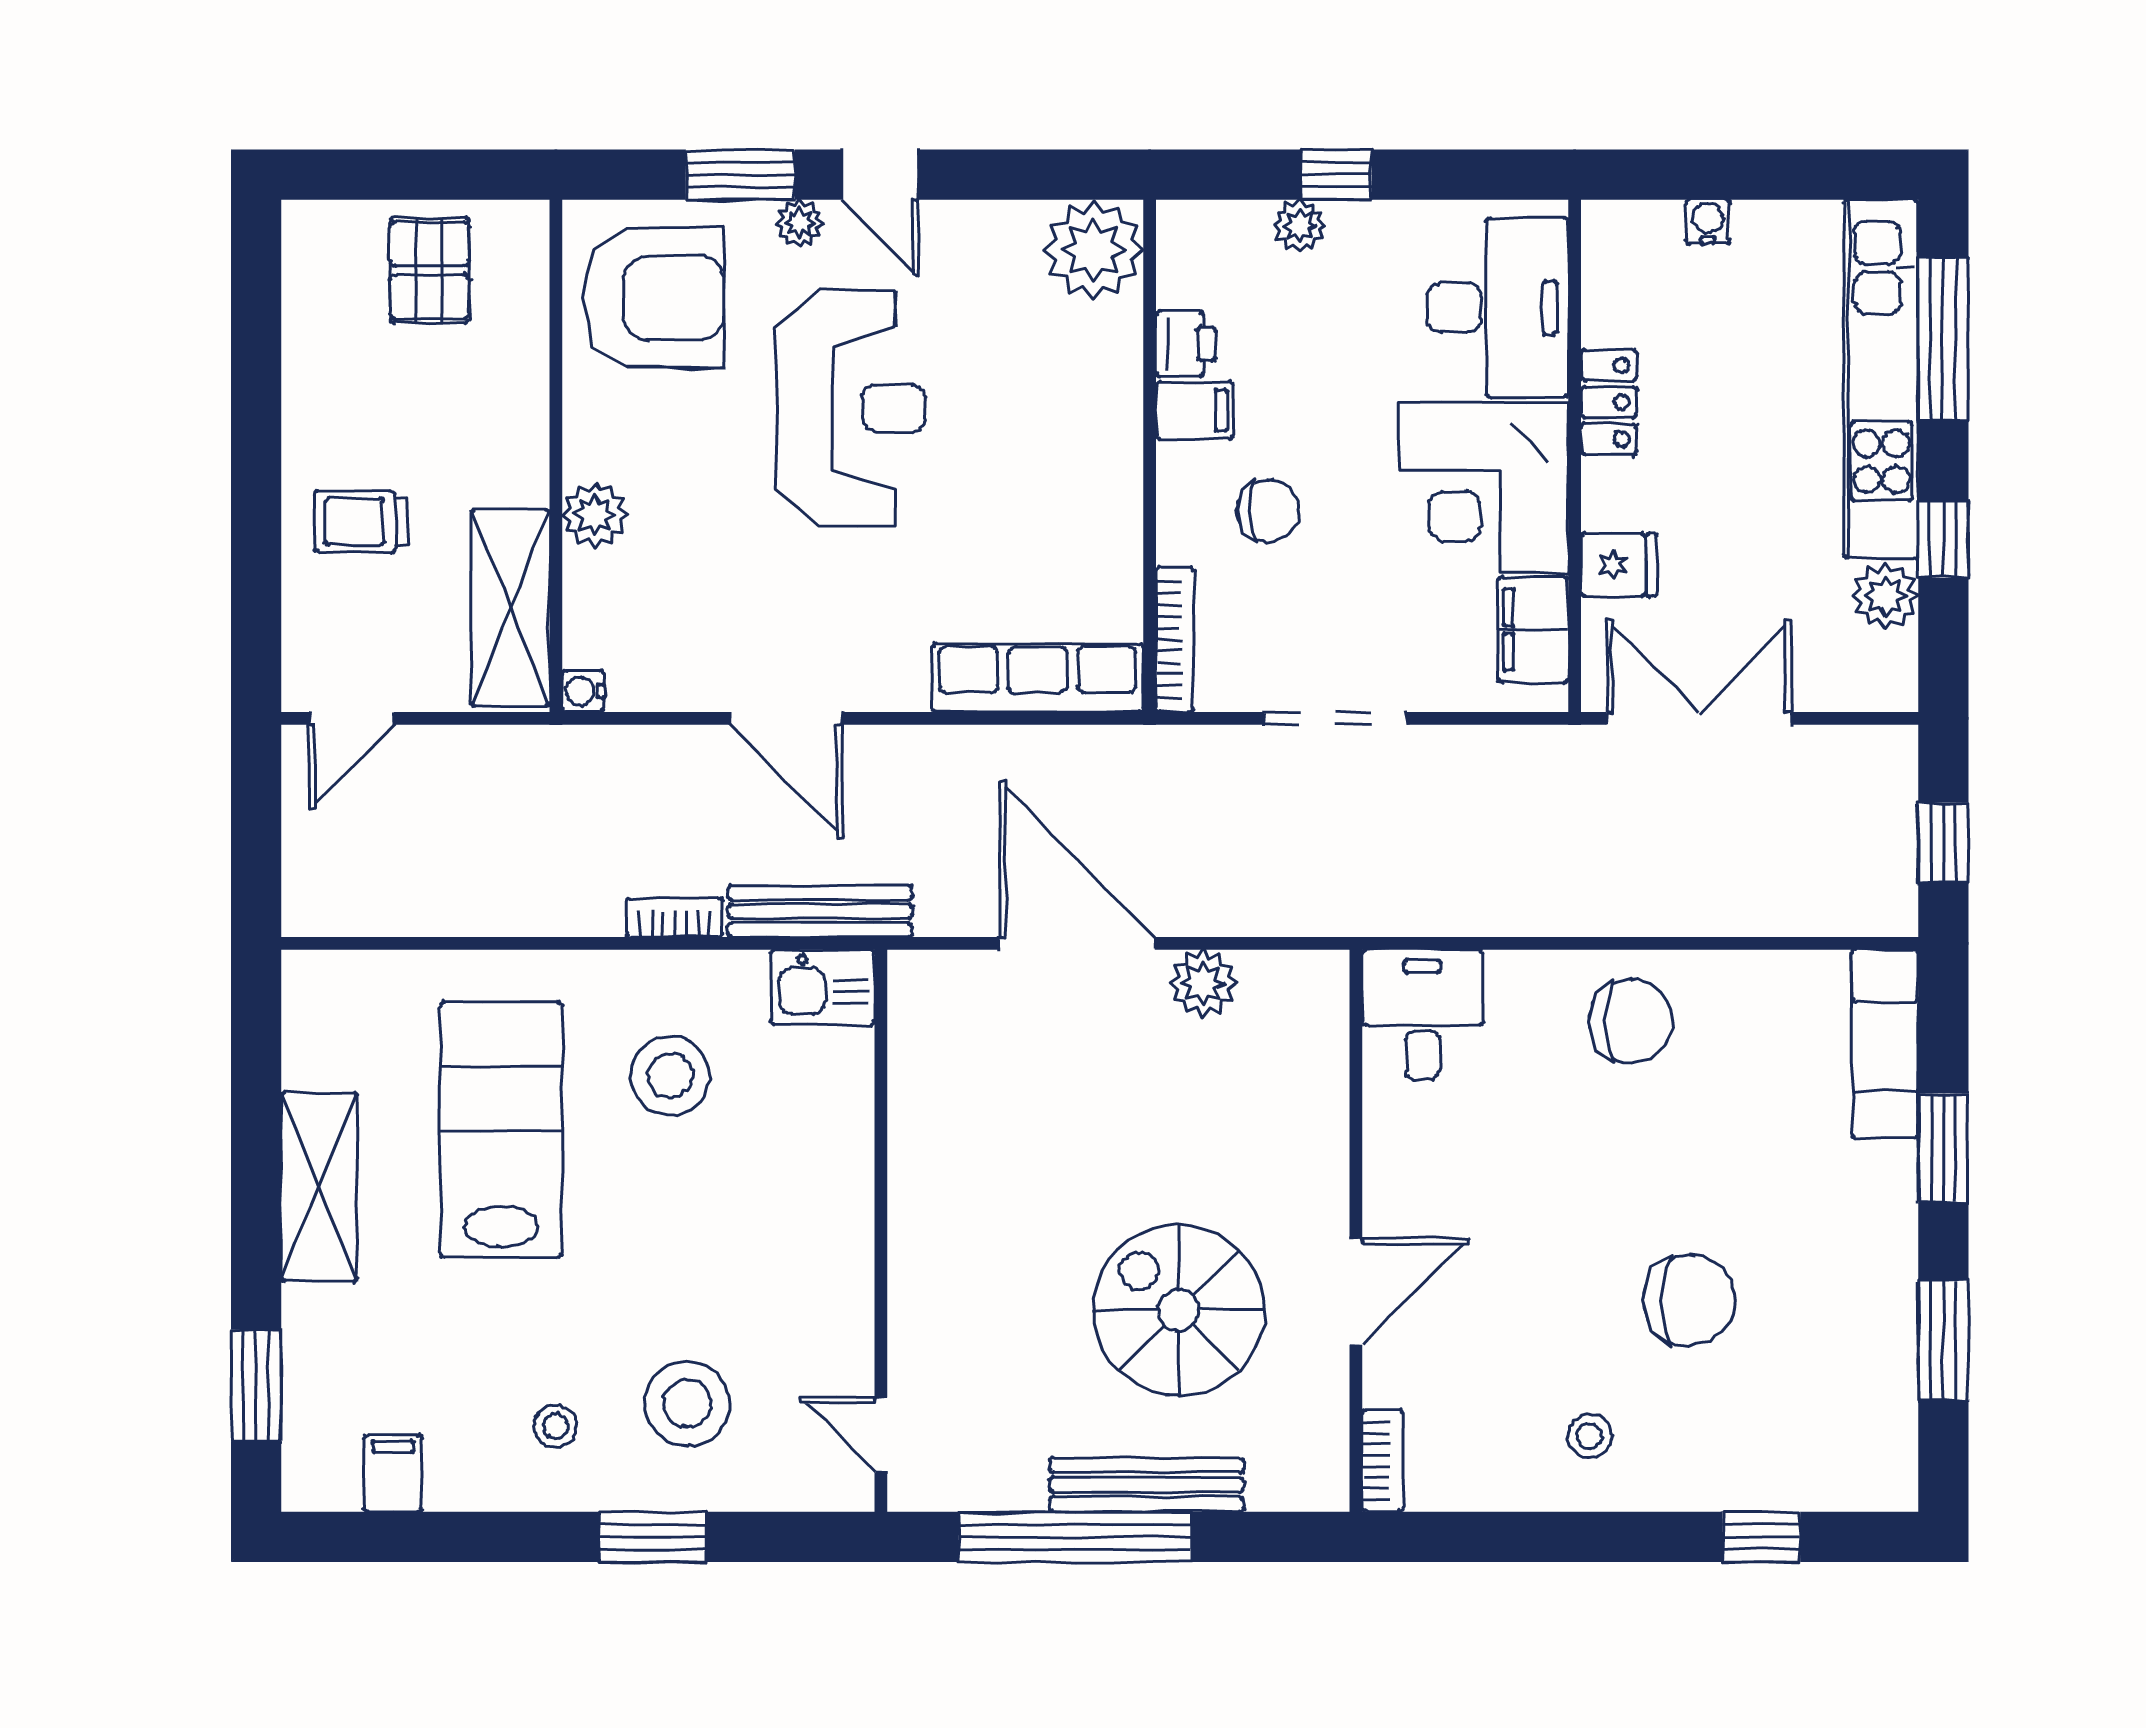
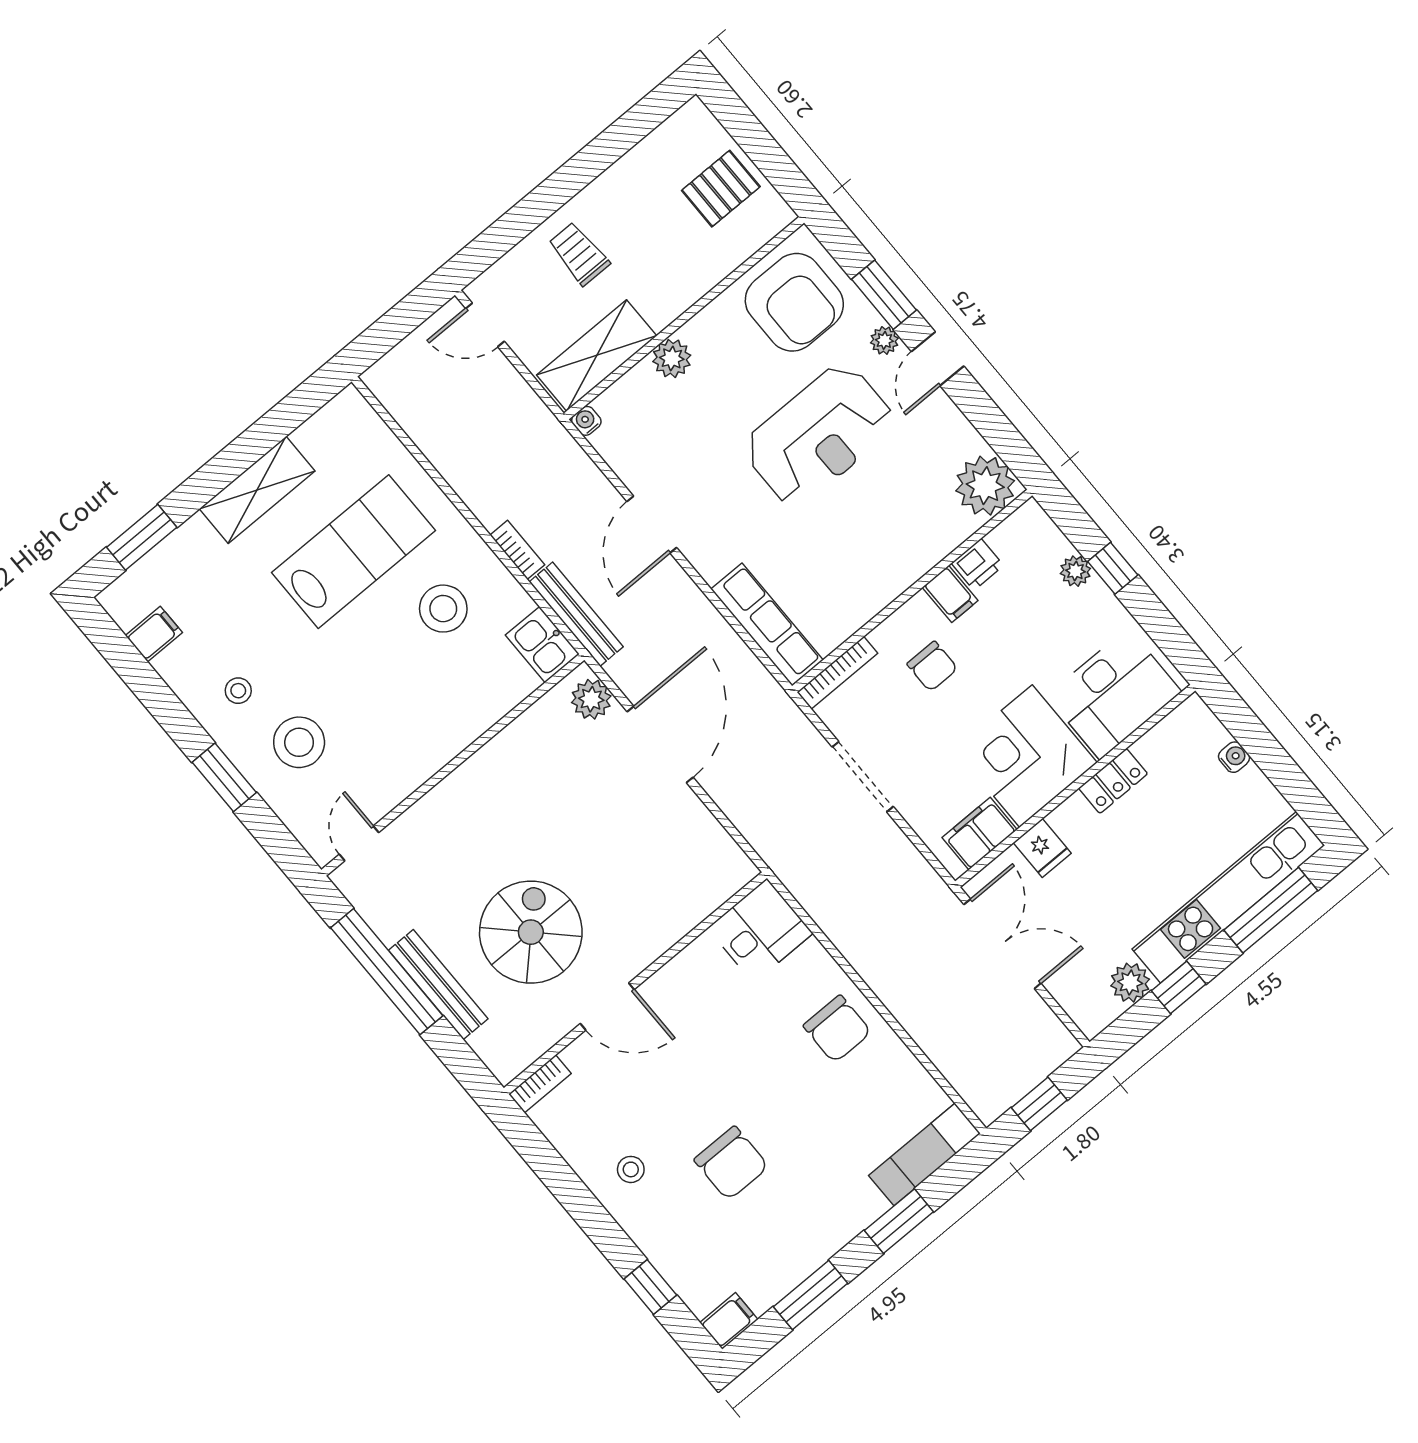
plant: (1203, 983) -> (591, 699), moved
filing cabinet: (1889, 1473) -> (729, 1321), added

